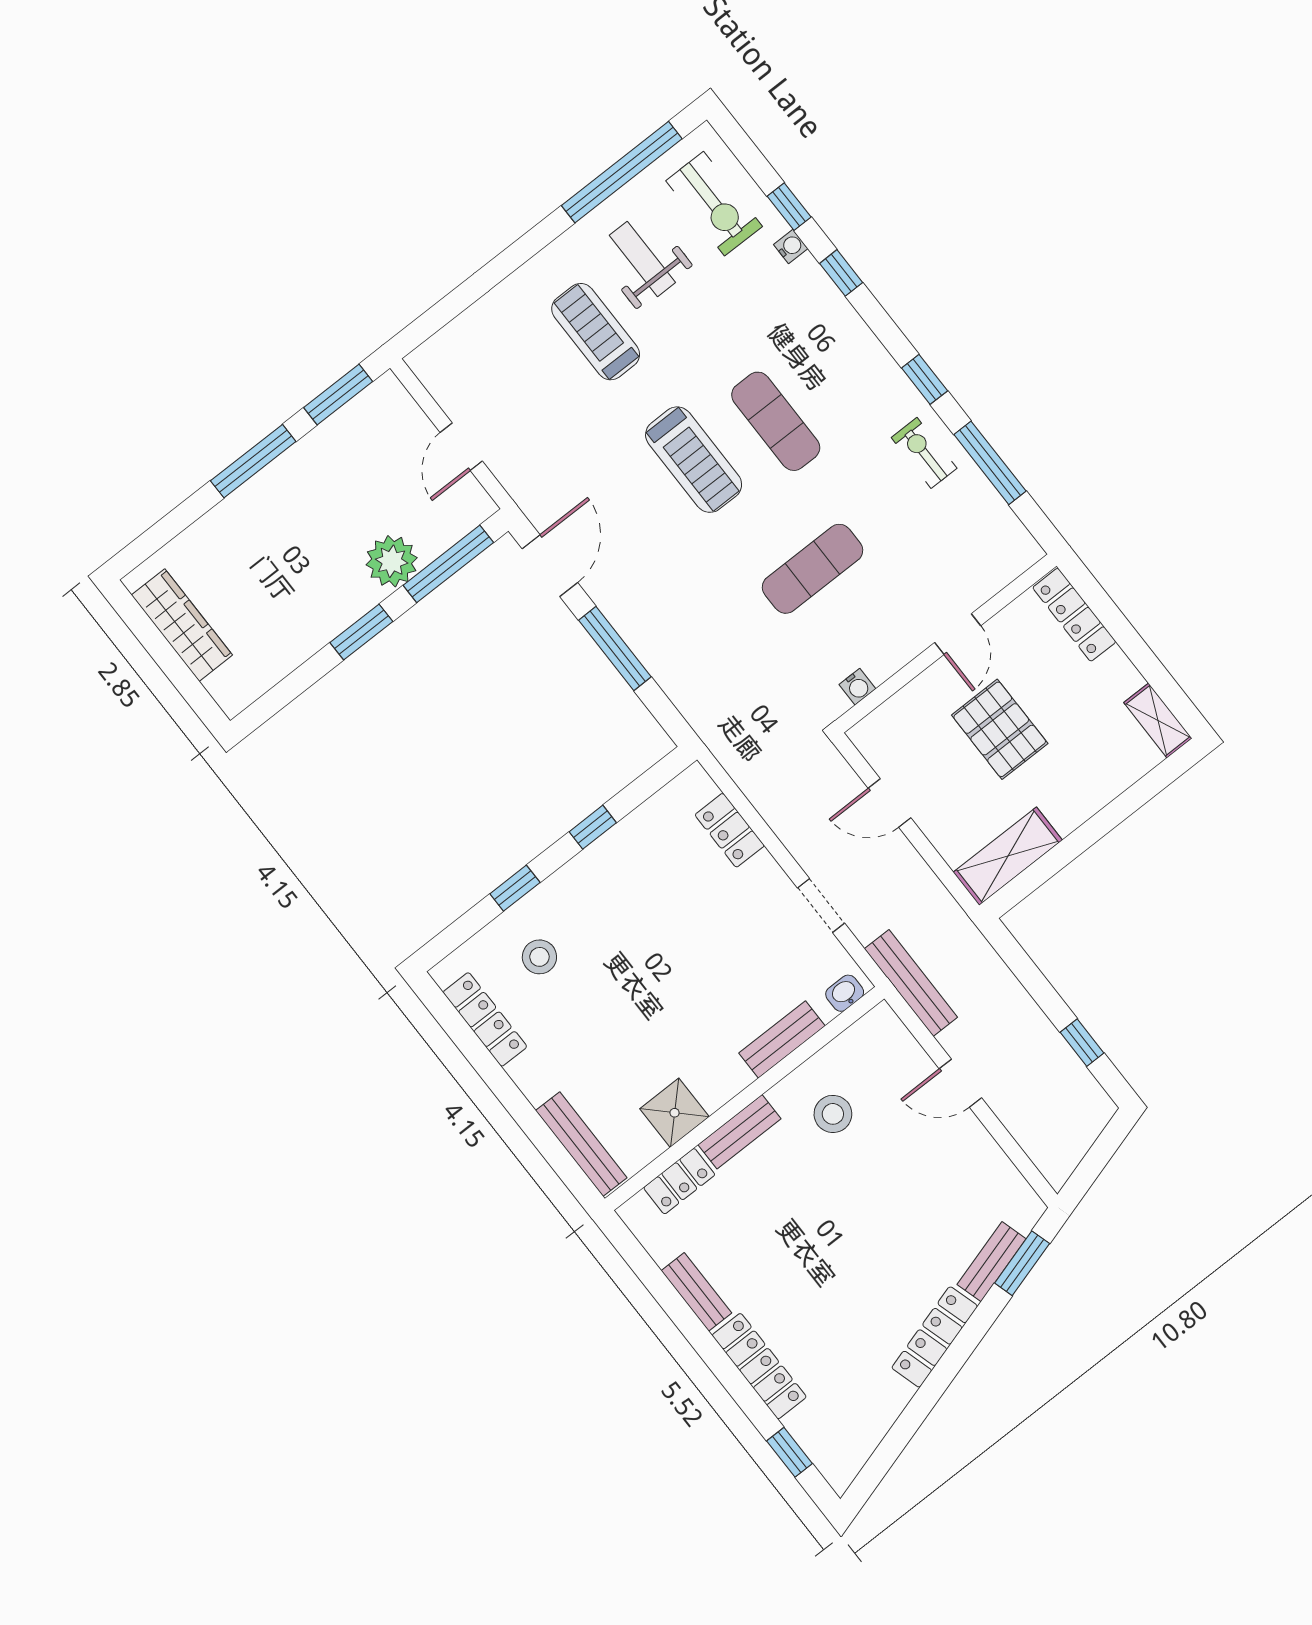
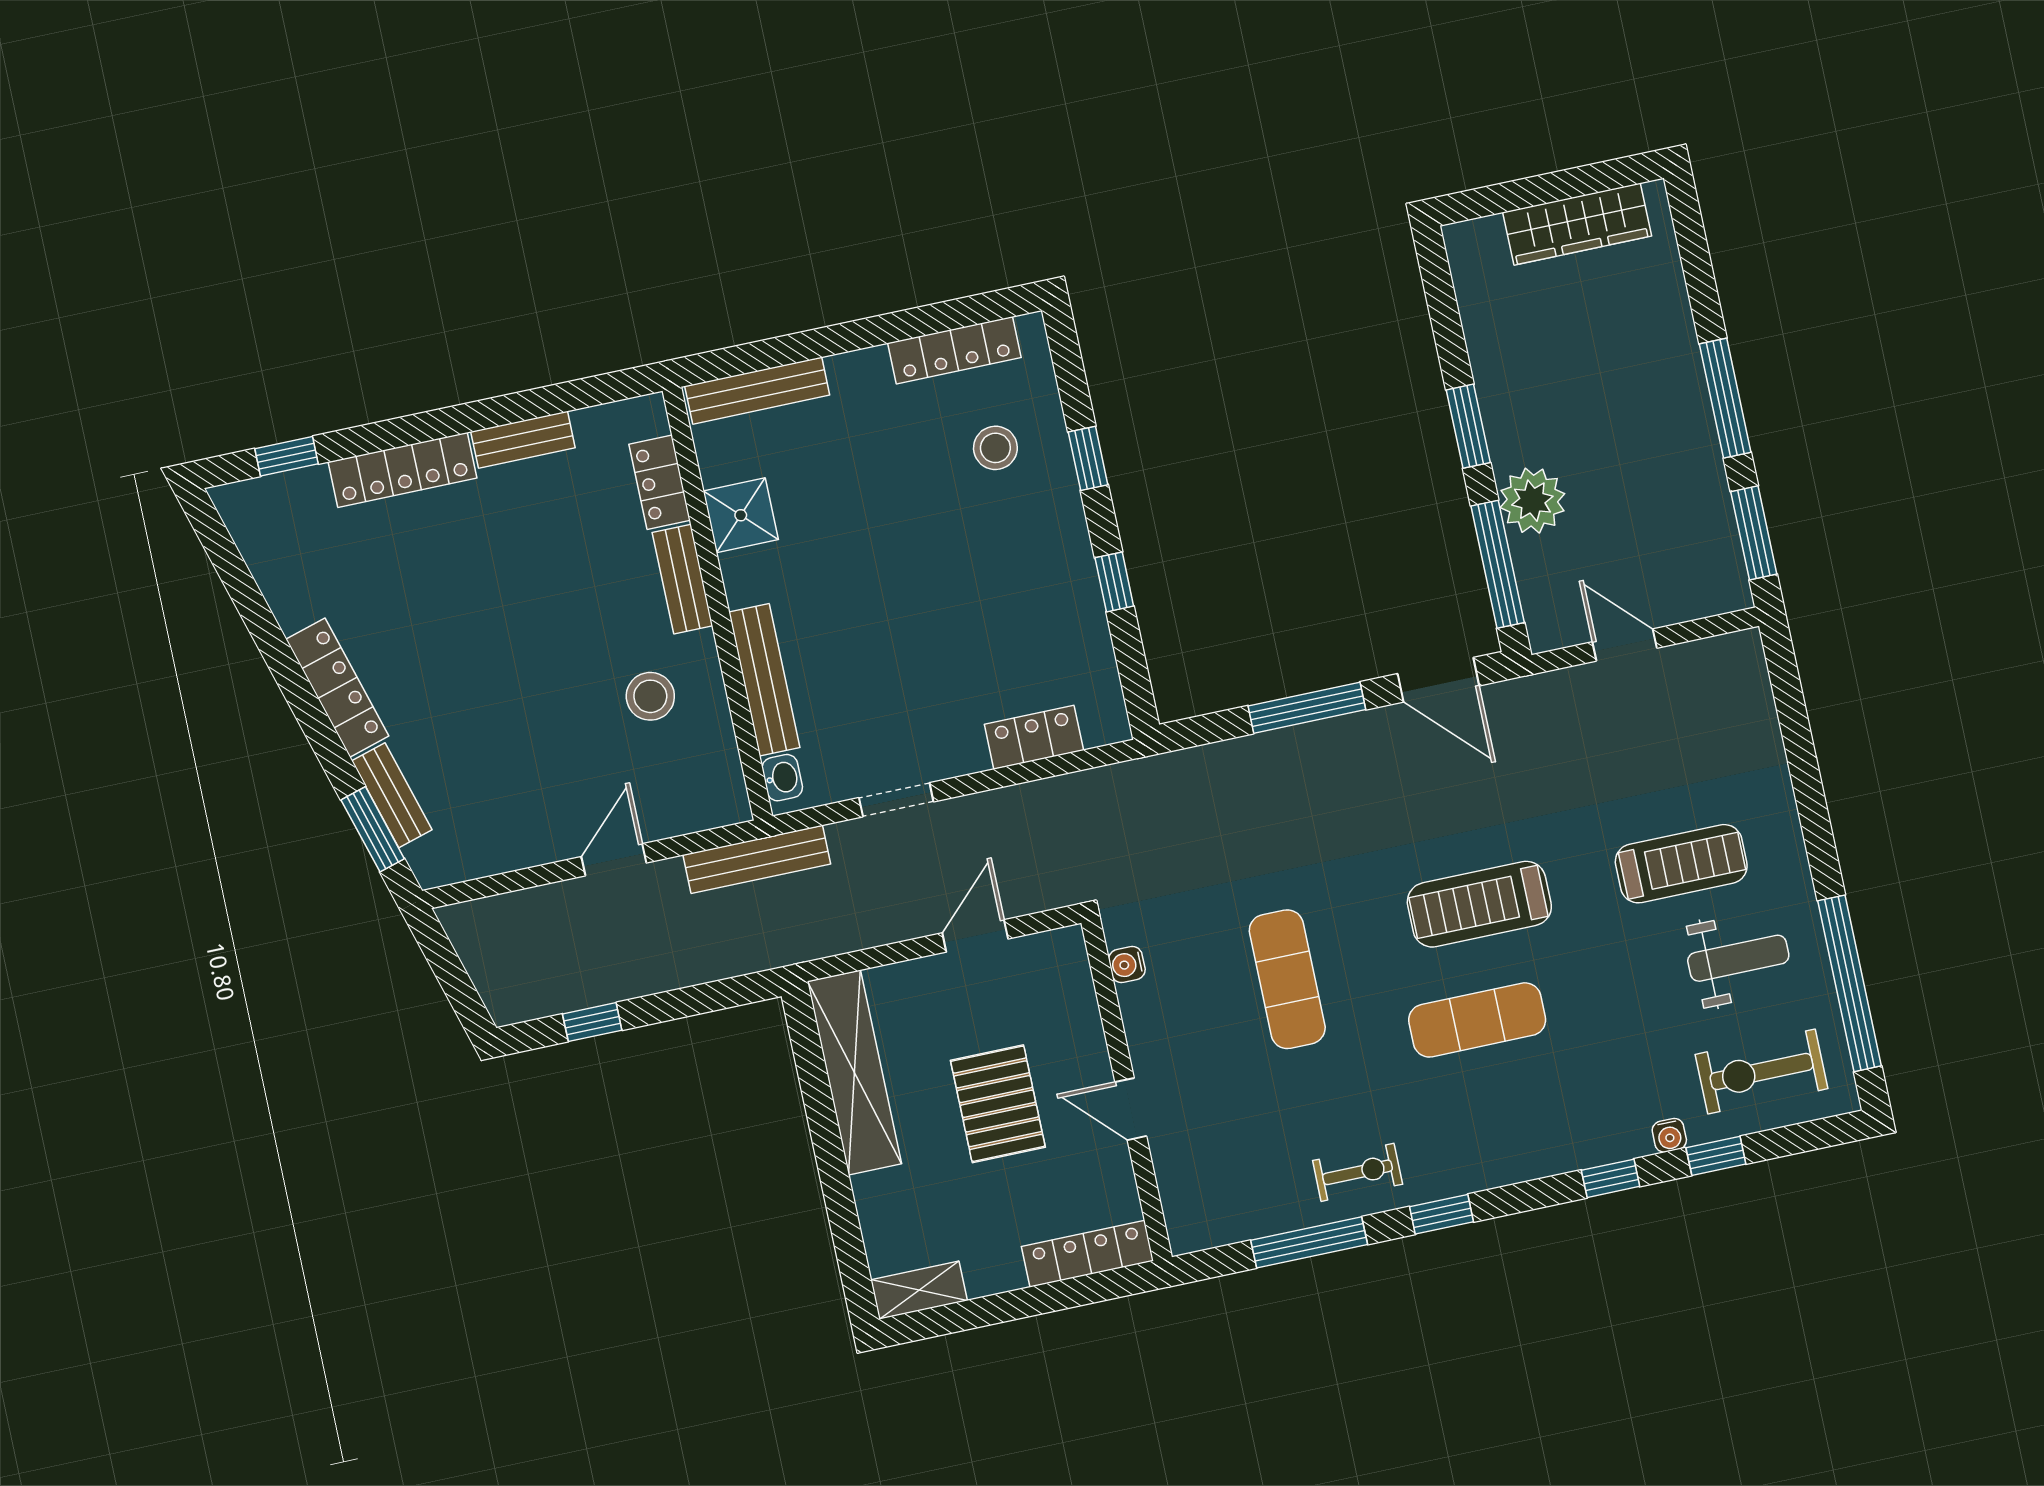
pallet: (1000, 729) -> (998, 1104), turned 90
shelving: (1008, 856) -> (854, 1073), width x1.47
bench: (782, 1039) -> (764, 680), width x1.36

